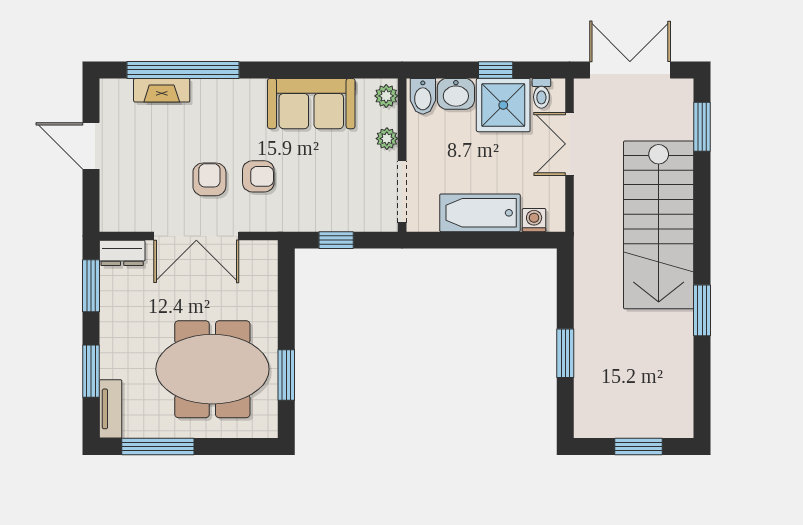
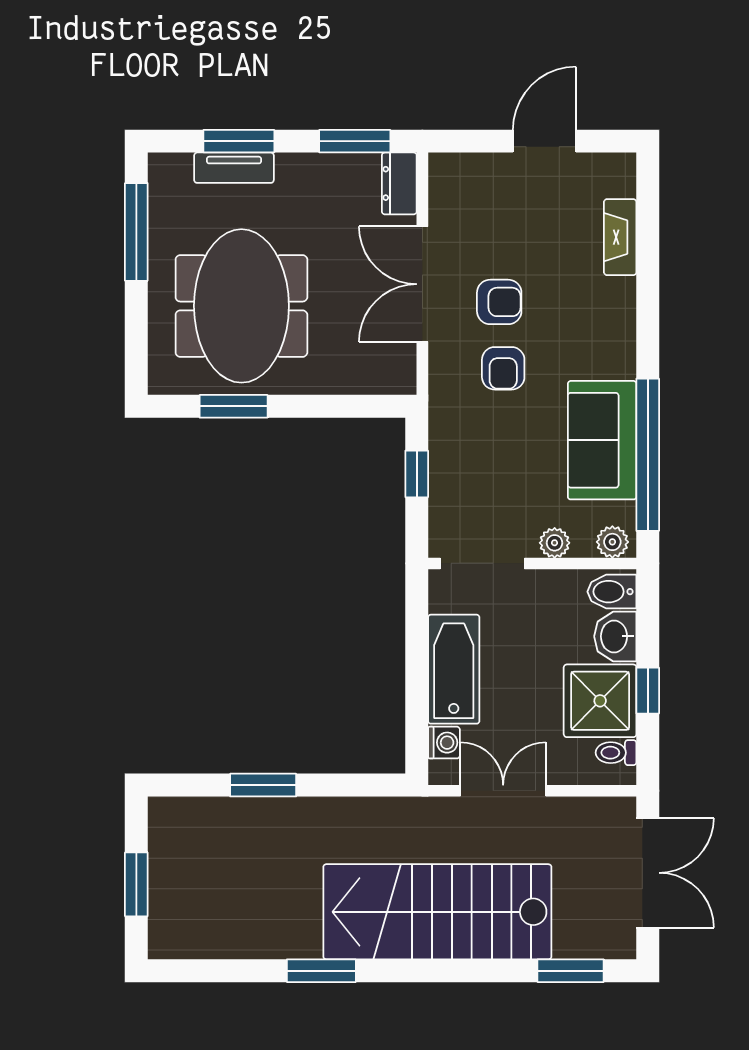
window: (183, 70) -> (648, 455), moved
double door: (570, 144) -> (503, 791), moved
tv unit: (111, 409) -> (234, 168), moved

